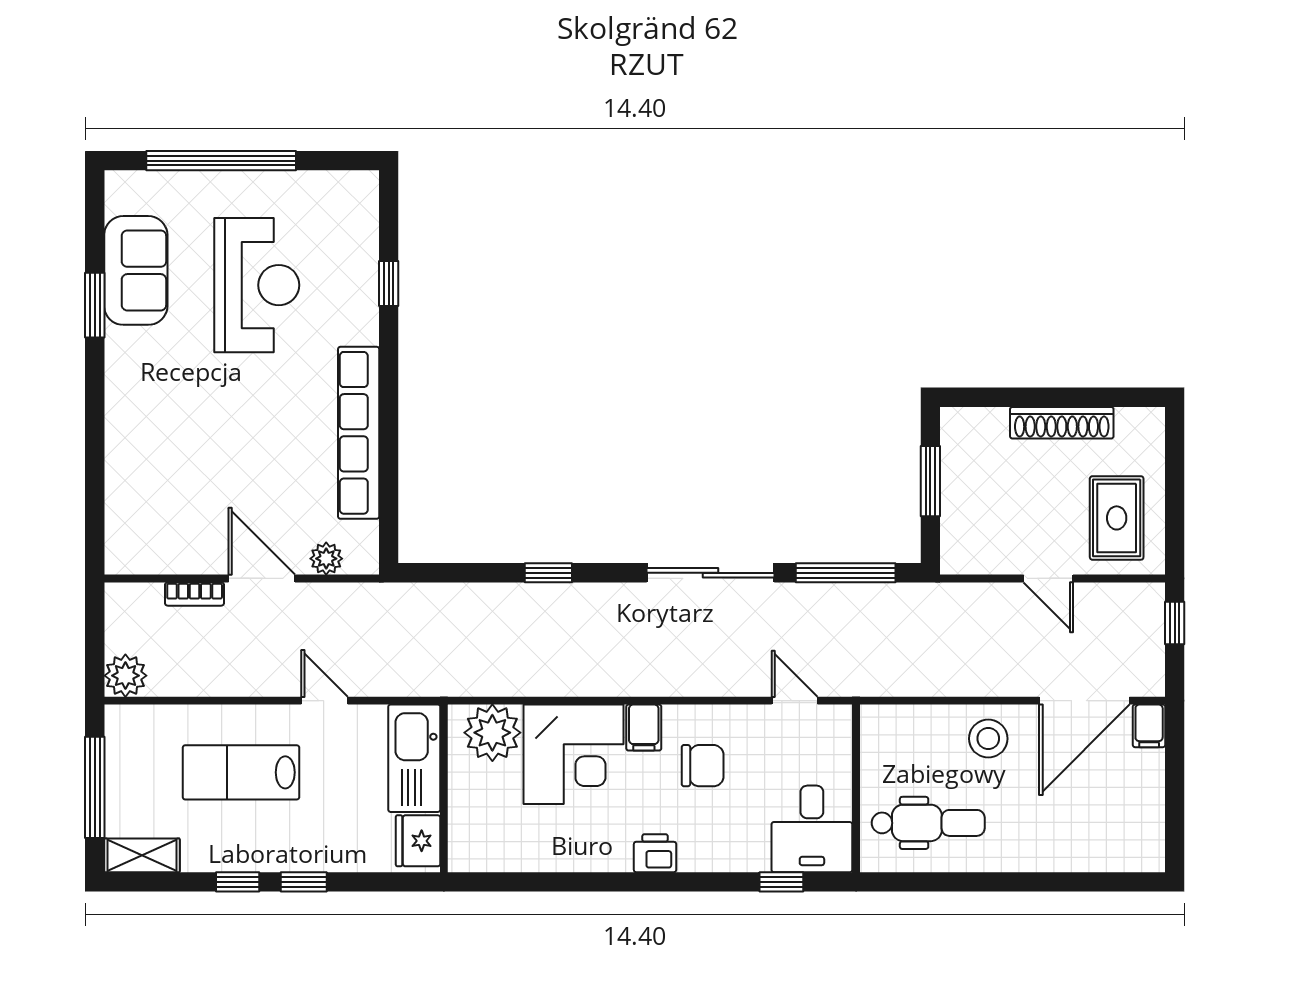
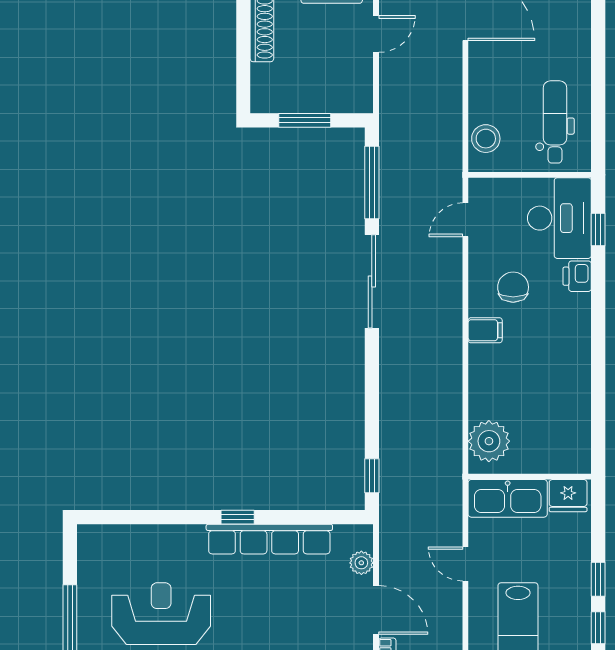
window: (389, 283) -> (238, 517), moved
window: (548, 573) -> (372, 476), moved
door: (262, 578) -> (376, 610), swing flipped
door: (325, 701) -> (465, 564), hinge flipped
stool: (988, 739) -> (486, 139), moved
corner desk: (574, 754) -> (505, 382), removed
desk: (812, 829) -> (559, 218), width x1.37
printer: (655, 853) -> (577, 276), moved

